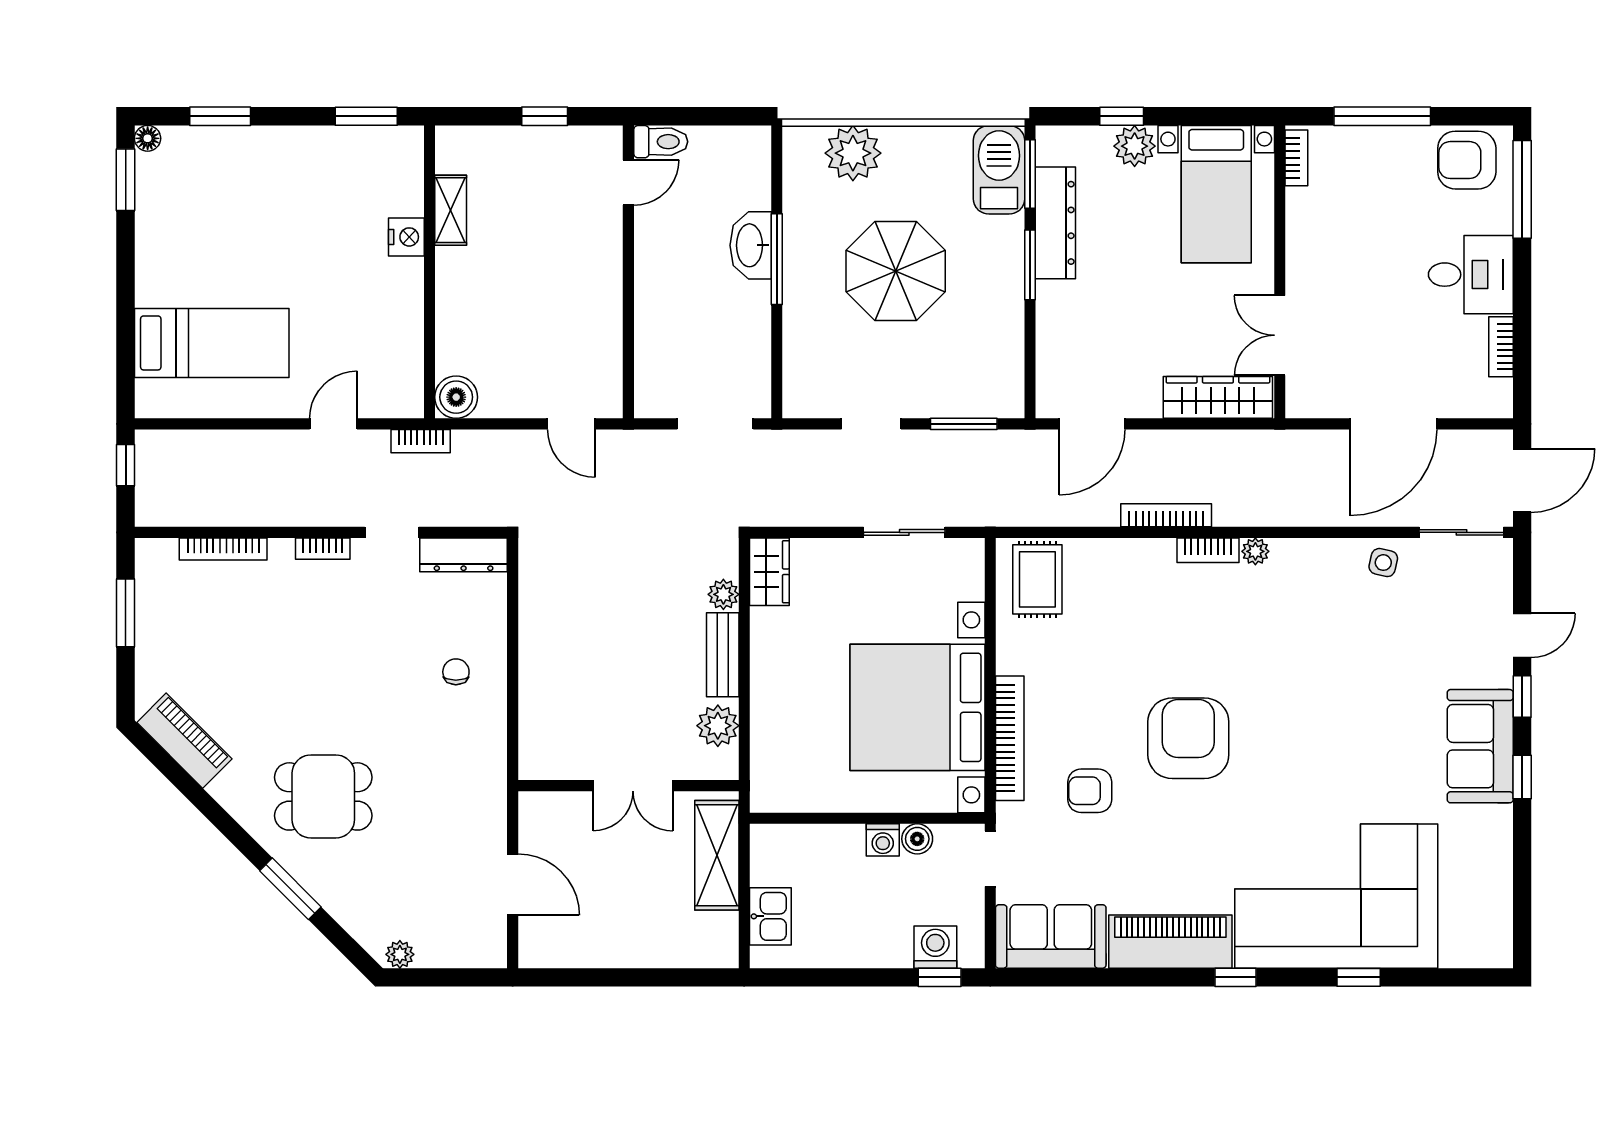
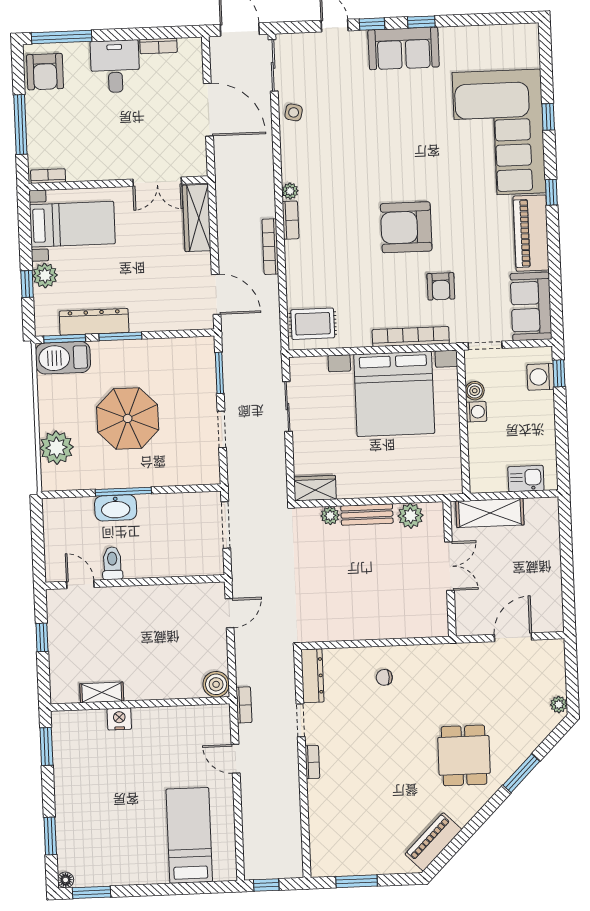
toilet: (661, 142) -> (112, 563), moved
bookcase: (223, 549) -> (315, 823), removed

